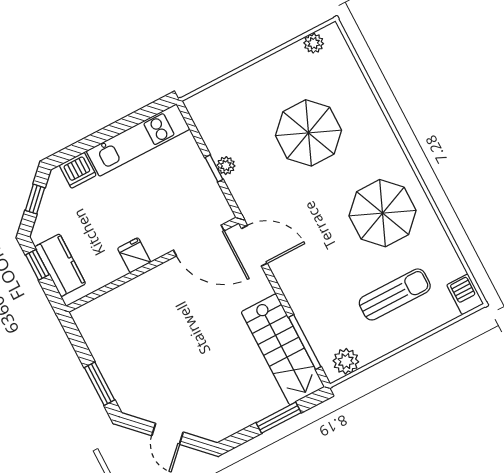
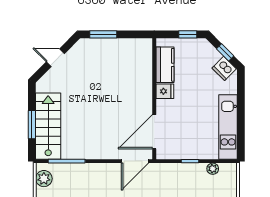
plant: (226, 166) -> (213, 169), moved
dishwasher: (78, 170) -> (224, 68), moved, turned -45
kitchen counter: (60, 265) -> (165, 65), moved, turned -90
stairs: (283, 349) -> (48, 126), moved, turned 90

